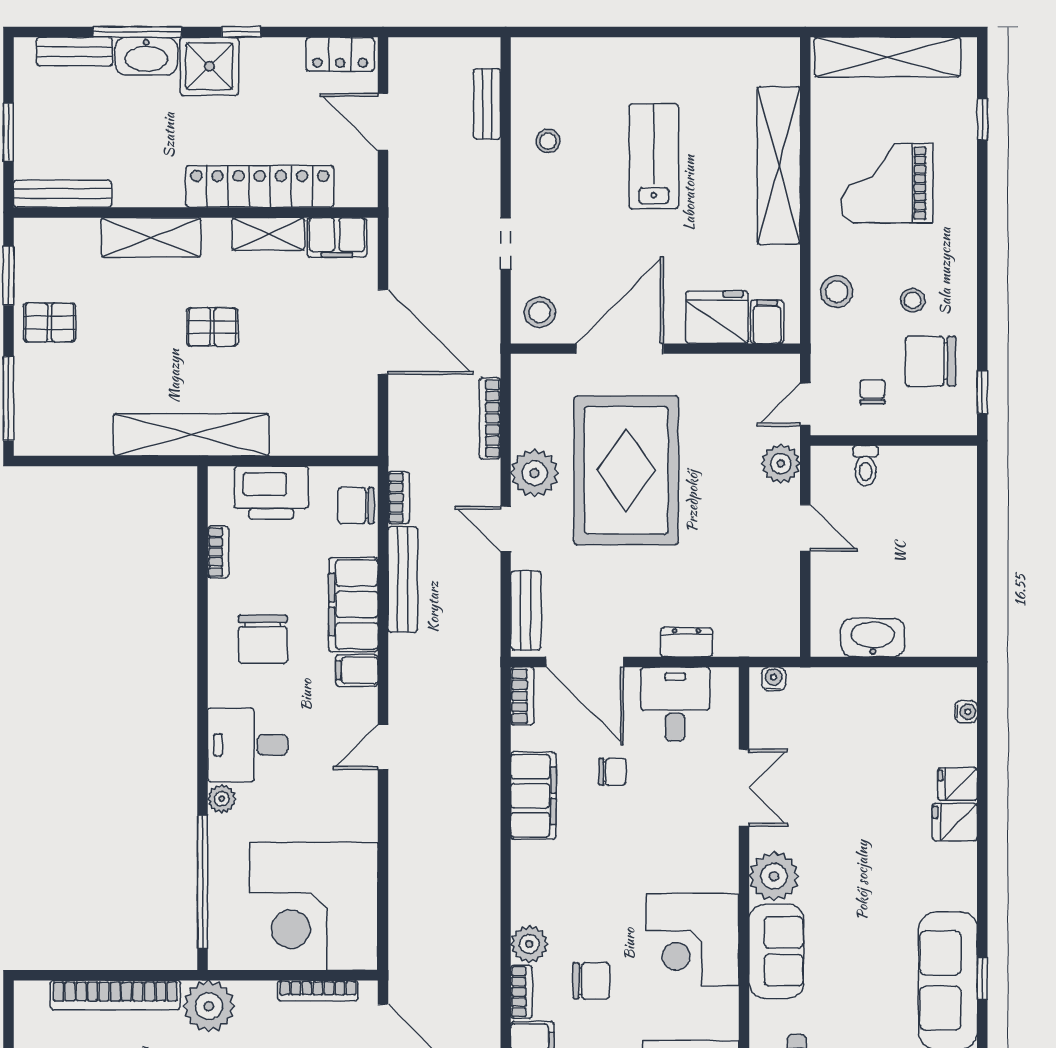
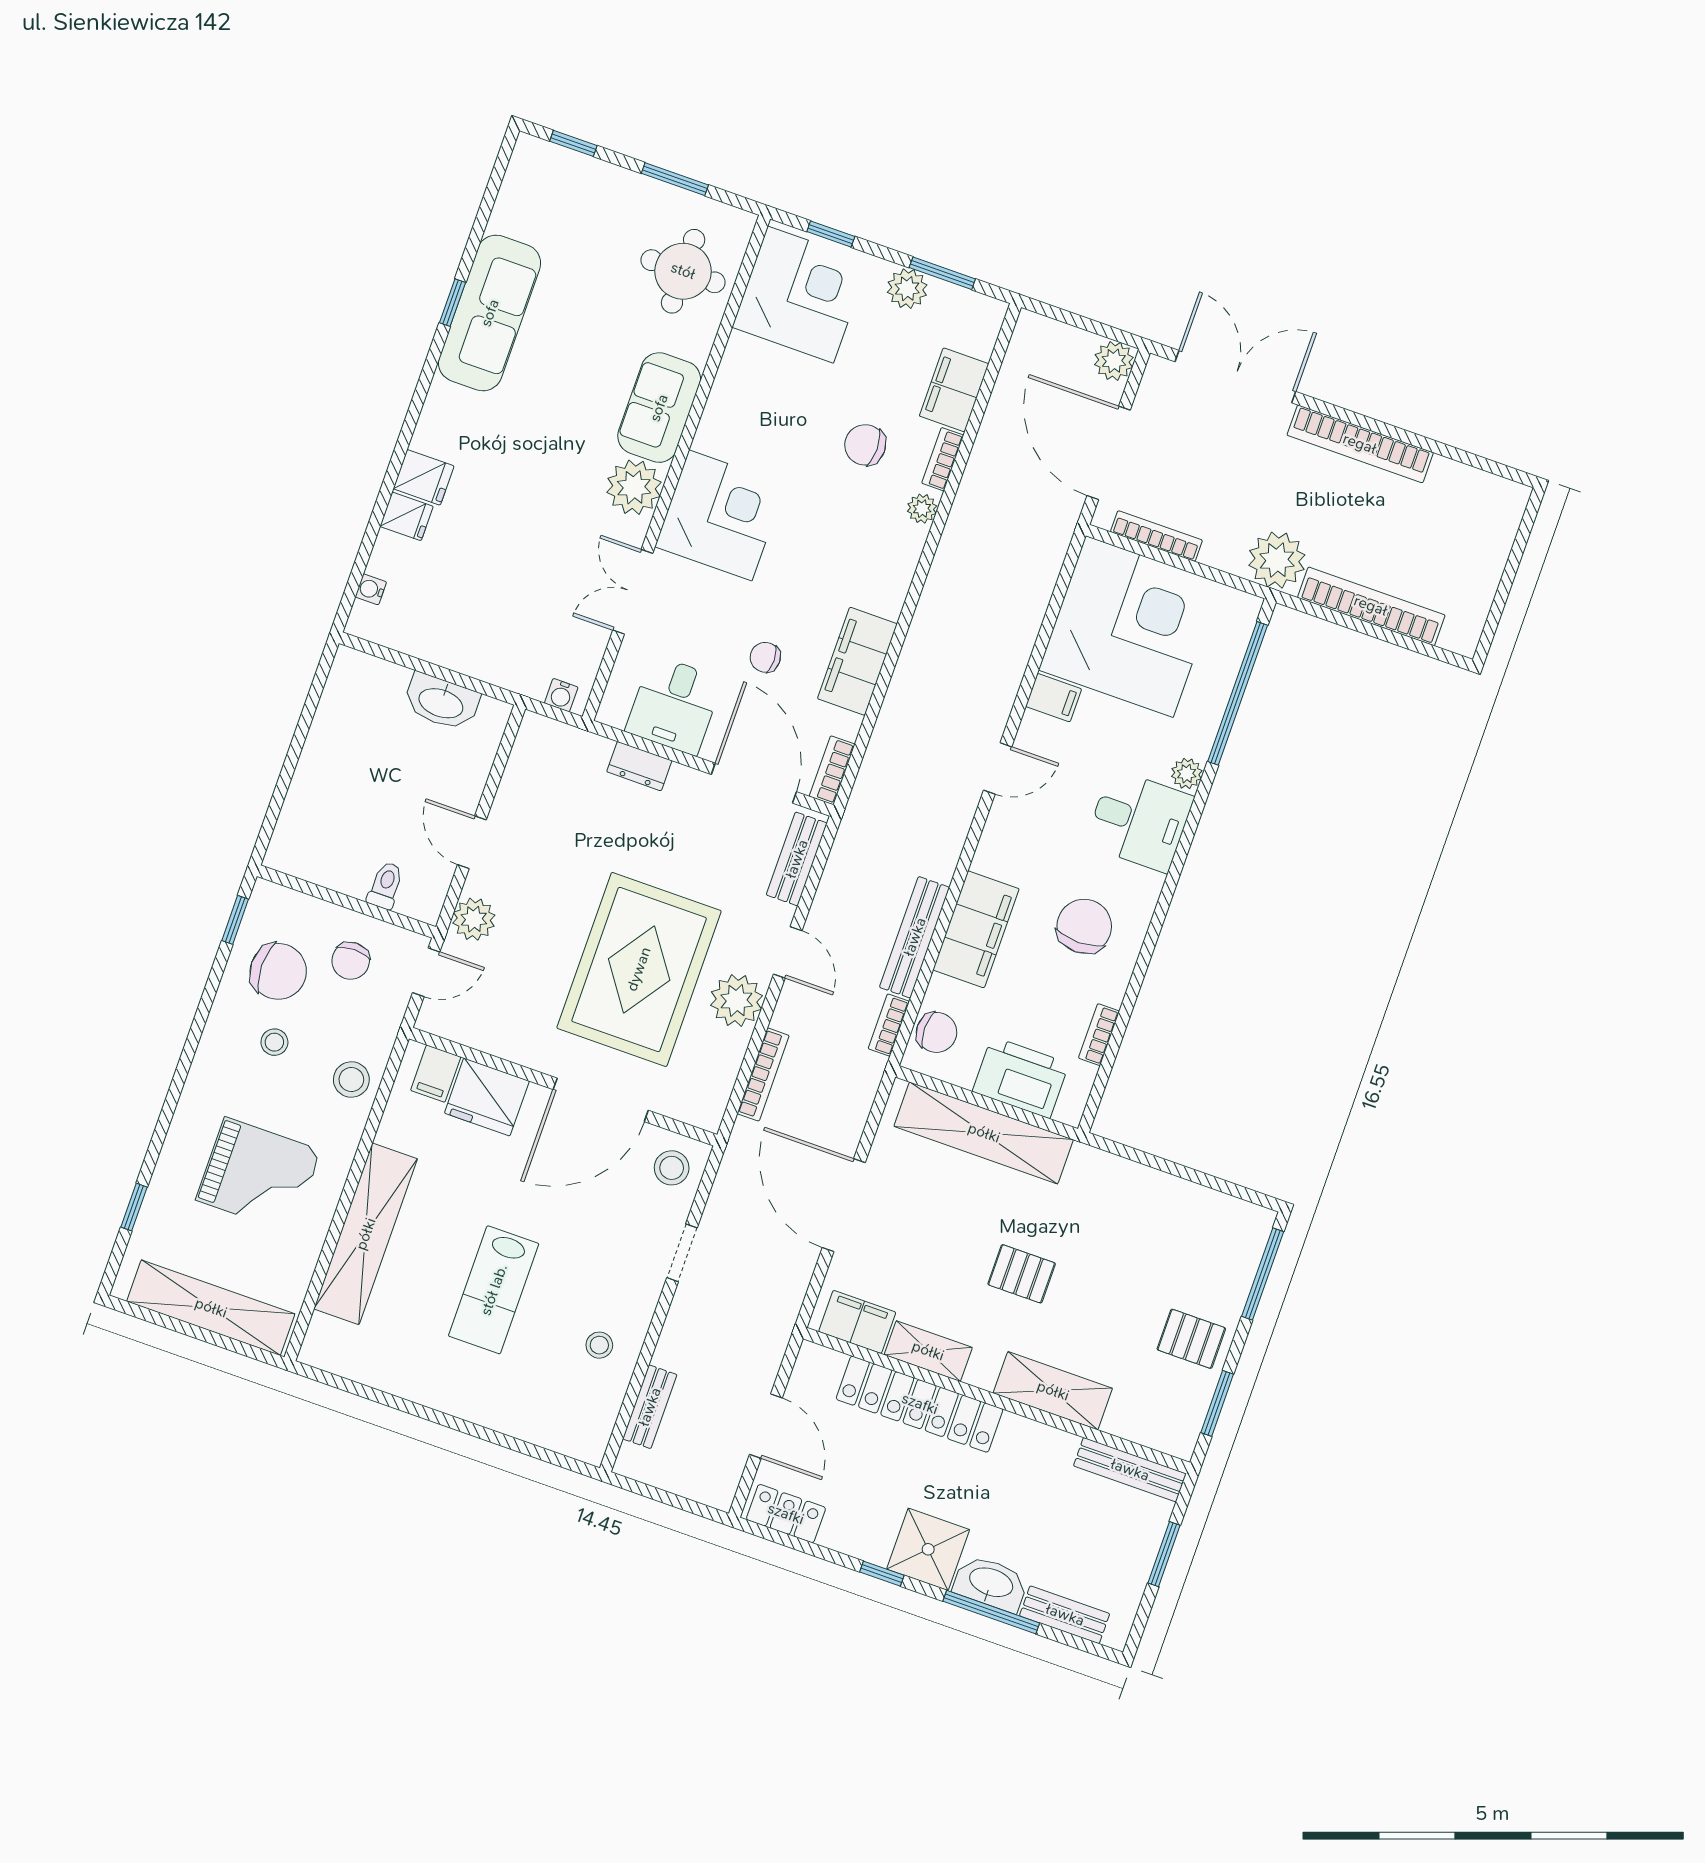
chair: (873, 392) -> (351, 961), width x1.37, depth x1.37
shelving: (191, 435) -> (984, 1133), moved
filing cabinet: (357, 670) -> (1054, 698), moved
corner desk: (693, 940) -> (720, 515), moved
plant: (529, 944) -> (922, 509), width x0.73, depth x0.73

